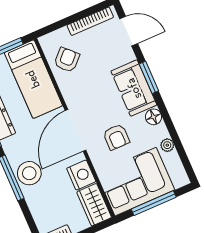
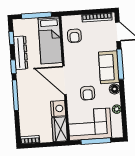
armchair: (67, 60) -> (74, 36), turned 135
window: (149, 77) -> (120, 64), width x1.44
door: (75, 130) -> (64, 80), hinge flipped
stool: (29, 173) -> (27, 96), removed

